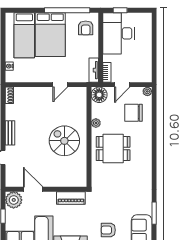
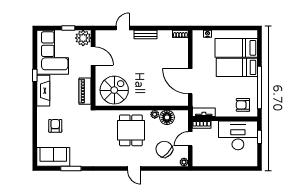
bed: (50, 35) -> (237, 67), width x0.67
door: (60, 85) -> (190, 81), width x1.87
door: (122, 85) -> (190, 139), hinge flipped
floor lamp: (99, 95) -> (167, 117), moved
chair: (133, 113) -> (164, 149), turned -46
spiral stairs: (64, 141) -> (114, 90), moved
door: (154, 145) -> (134, 168), added
door: (33, 189) -> (93, 56), hinge flipped

